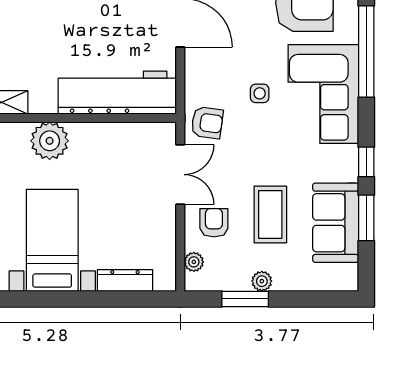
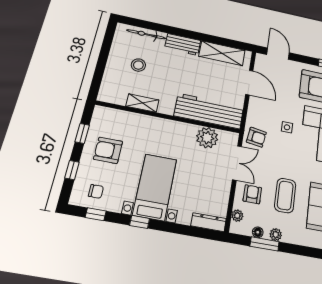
plant: (50, 141) -> (207, 138), moved
dresser: (125, 280) -> (209, 222), moved
floor lamp: (231, 283) -> (258, 232), added
window: (40, 299) -> (140, 222), added

